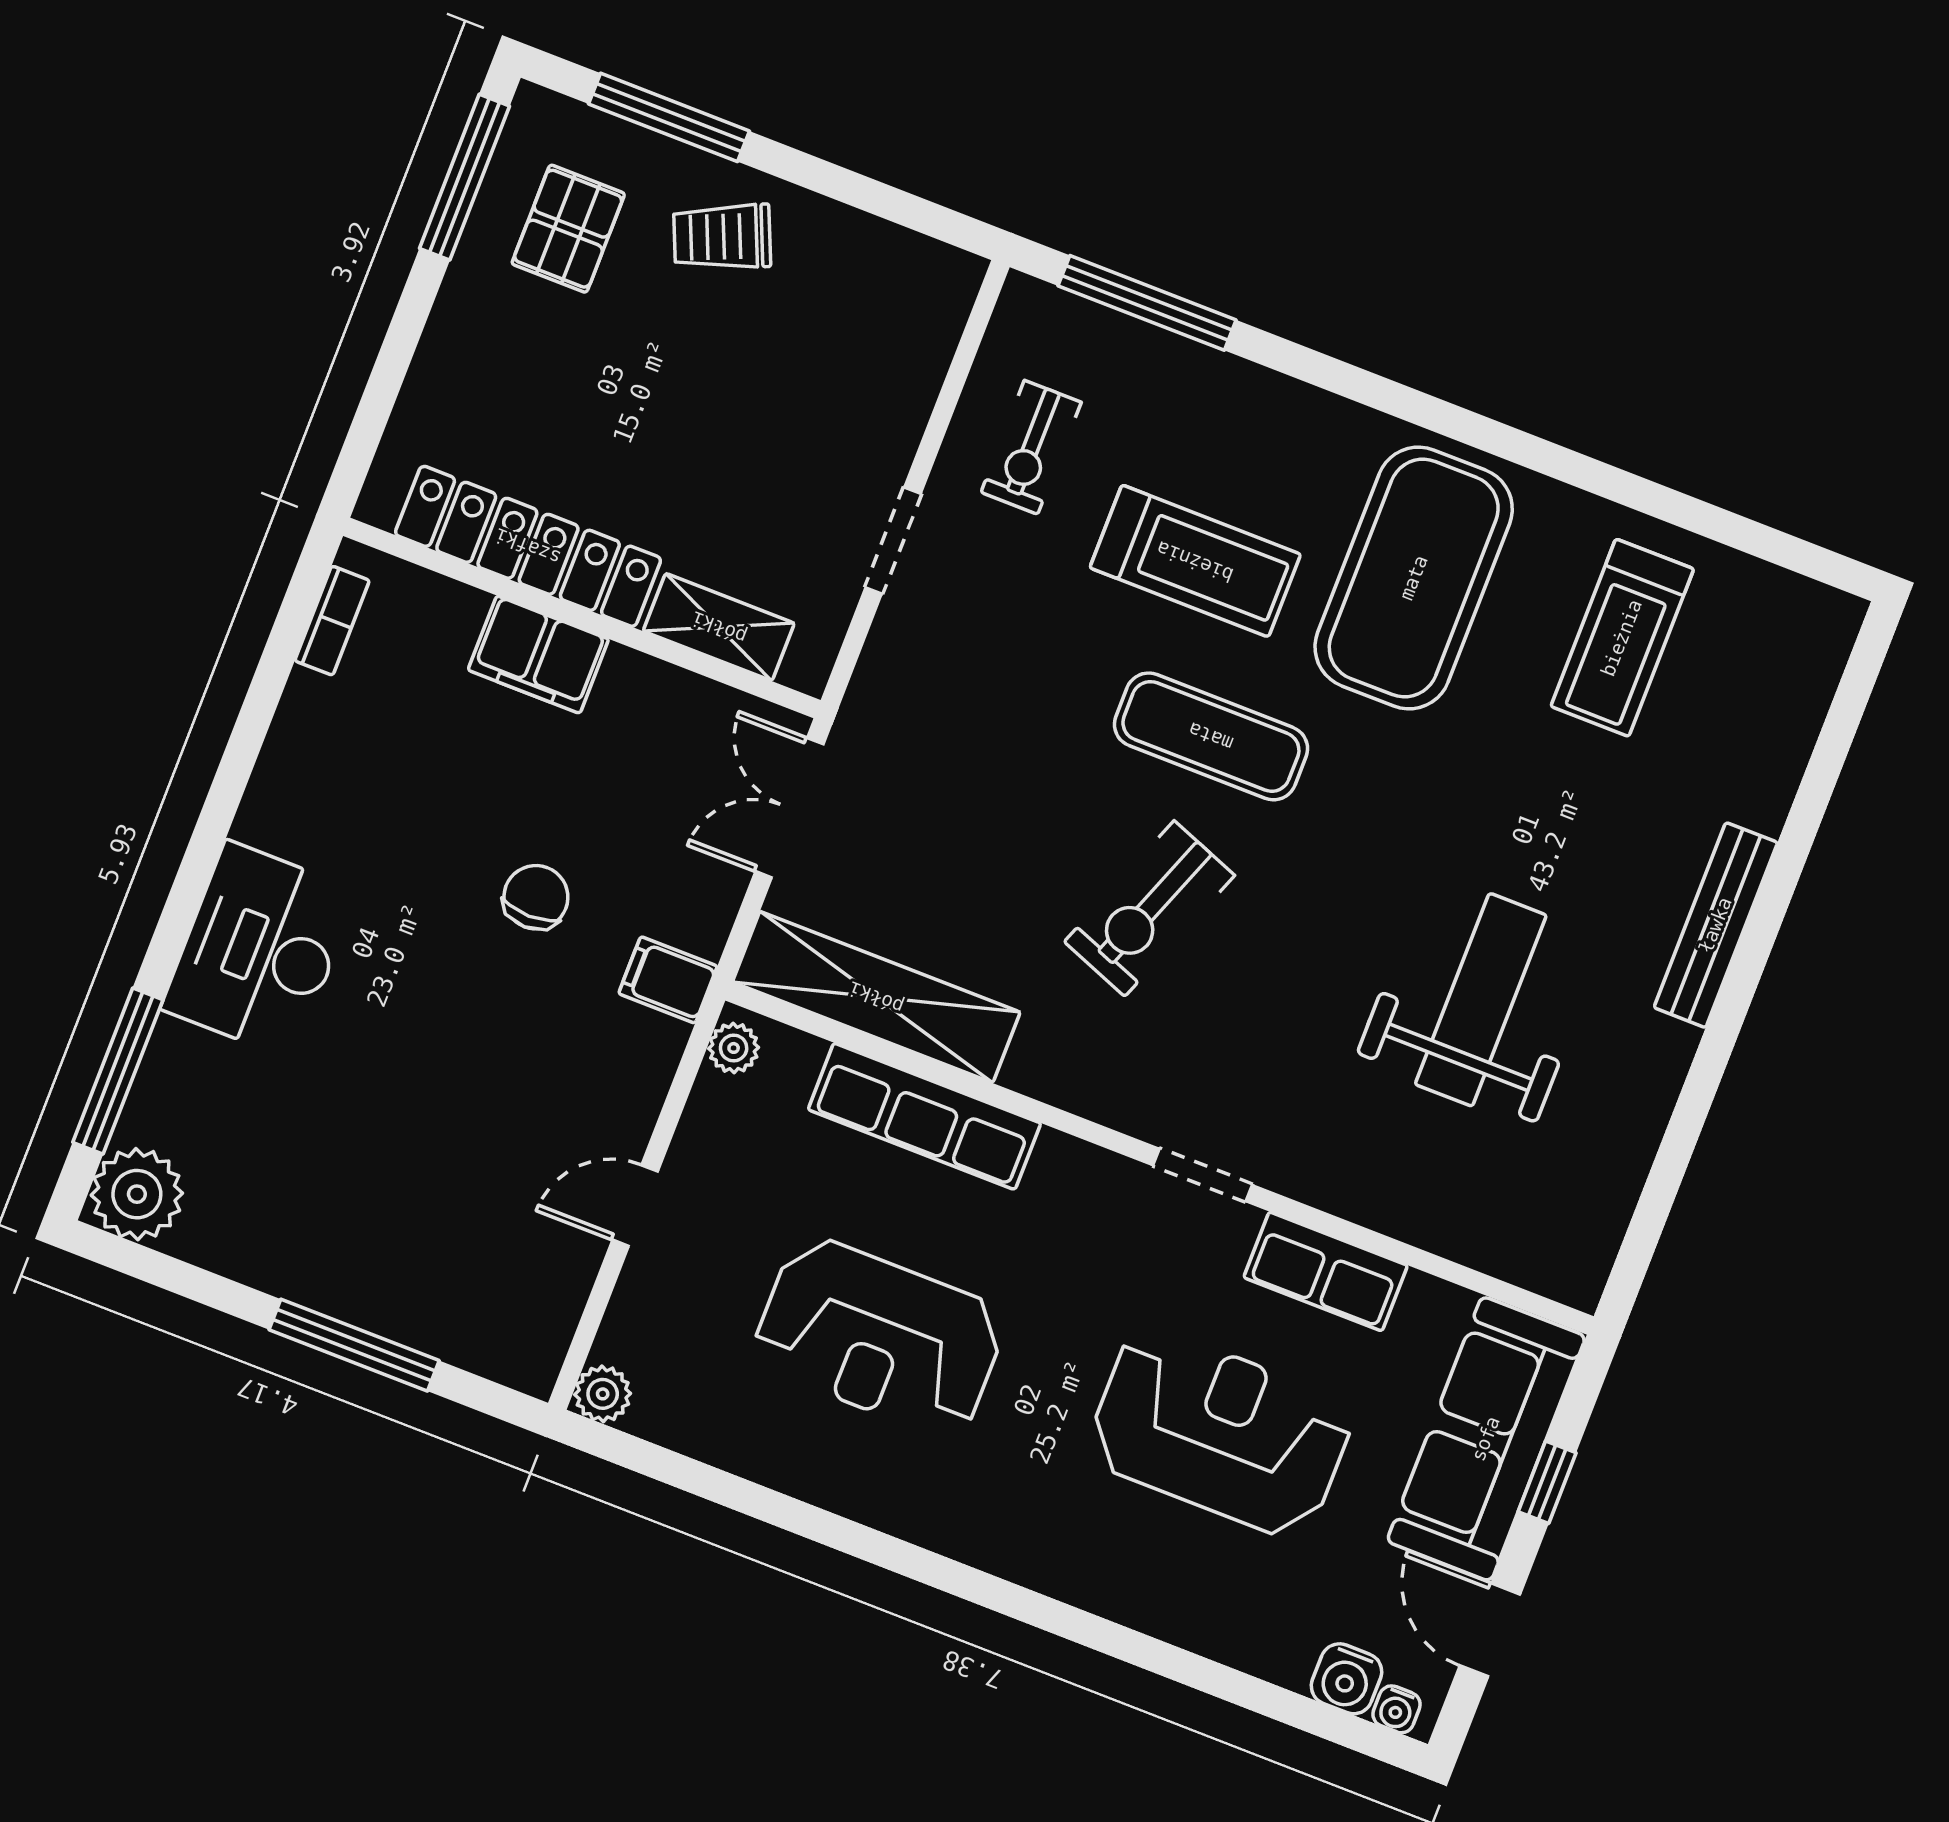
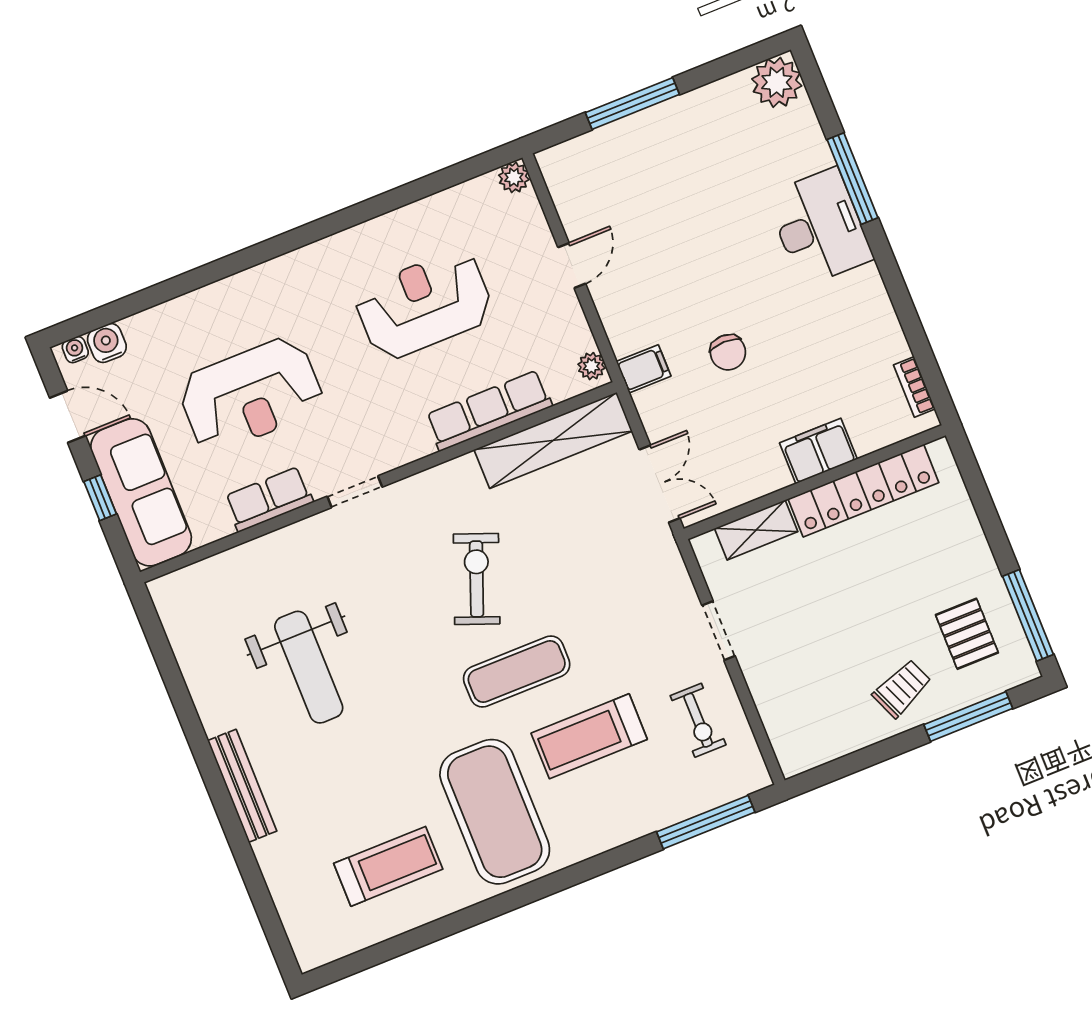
exercise bike: (1031, 447) -> (698, 720), turned 180
treadmill: (1622, 638) -> (388, 866), turned 90
window: (118, 1071) -> (852, 179), moved

